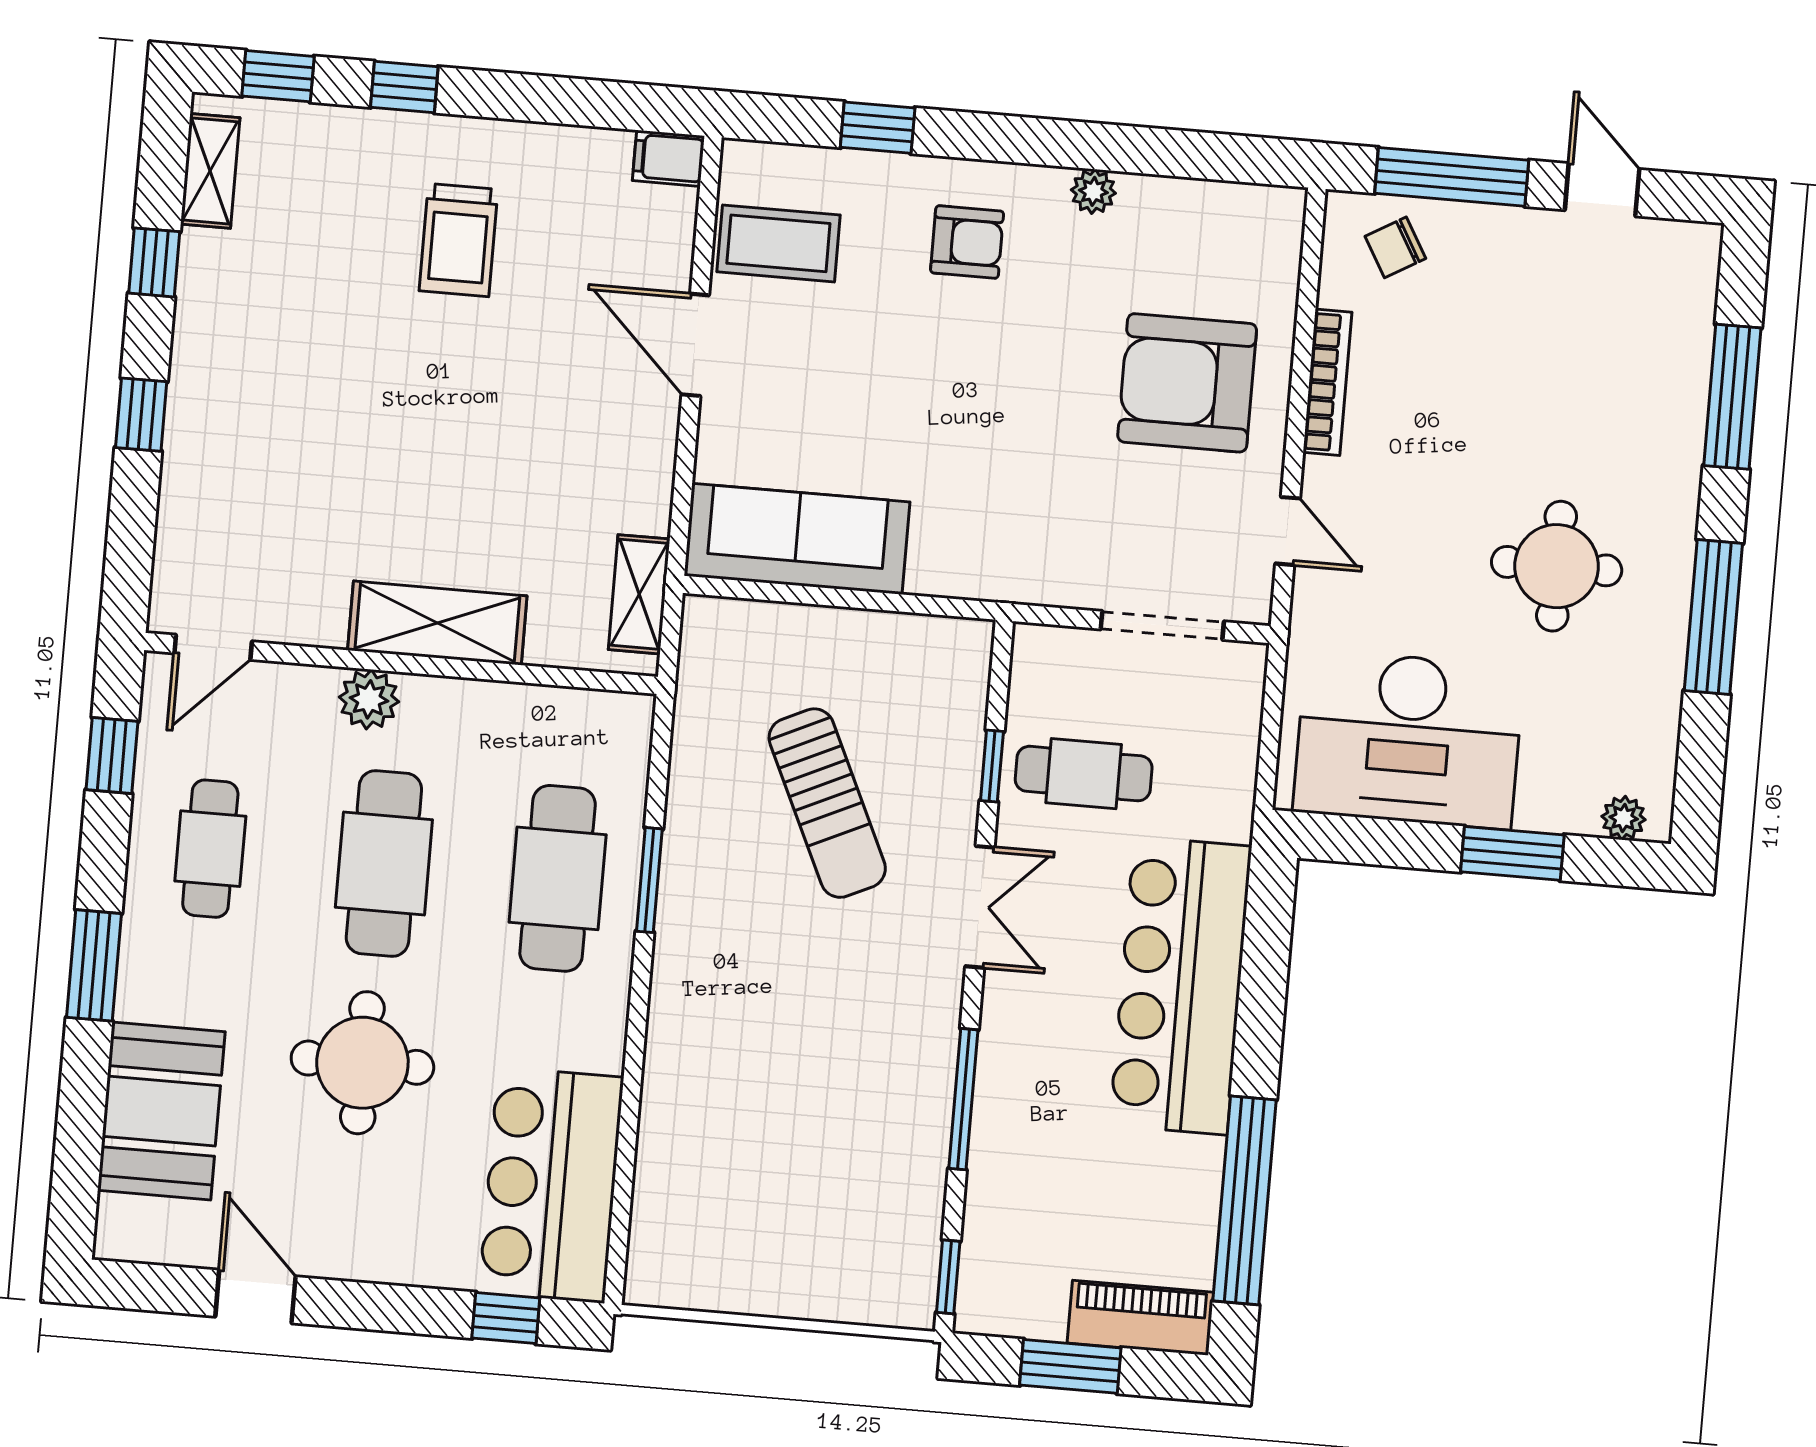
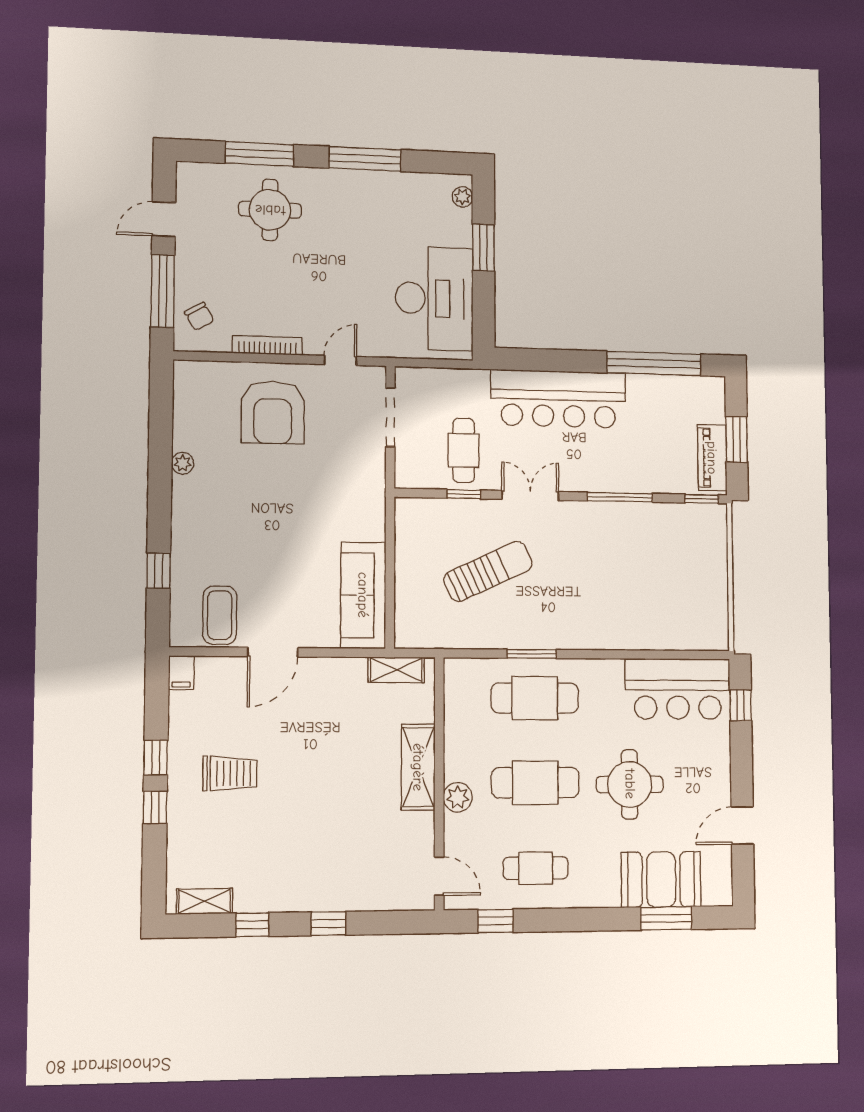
window: (278, 76) -> (156, 758), moved
armchair: (967, 242) -> (212, 523), removed
round table: (1557, 566) -> (270, 210), moved
window: (94, 965) -> (666, 918), moved
piano: (1140, 1318) -> (712, 458), moved

